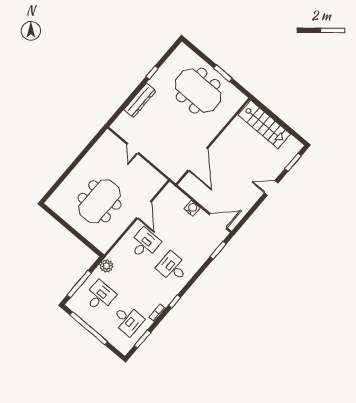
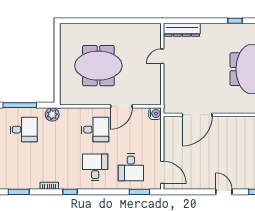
dresser: (140, 100) -> (182, 30), moved
water cooler: (192, 208) -> (155, 114), moved
desk: (128, 320) -> (131, 167), moved

